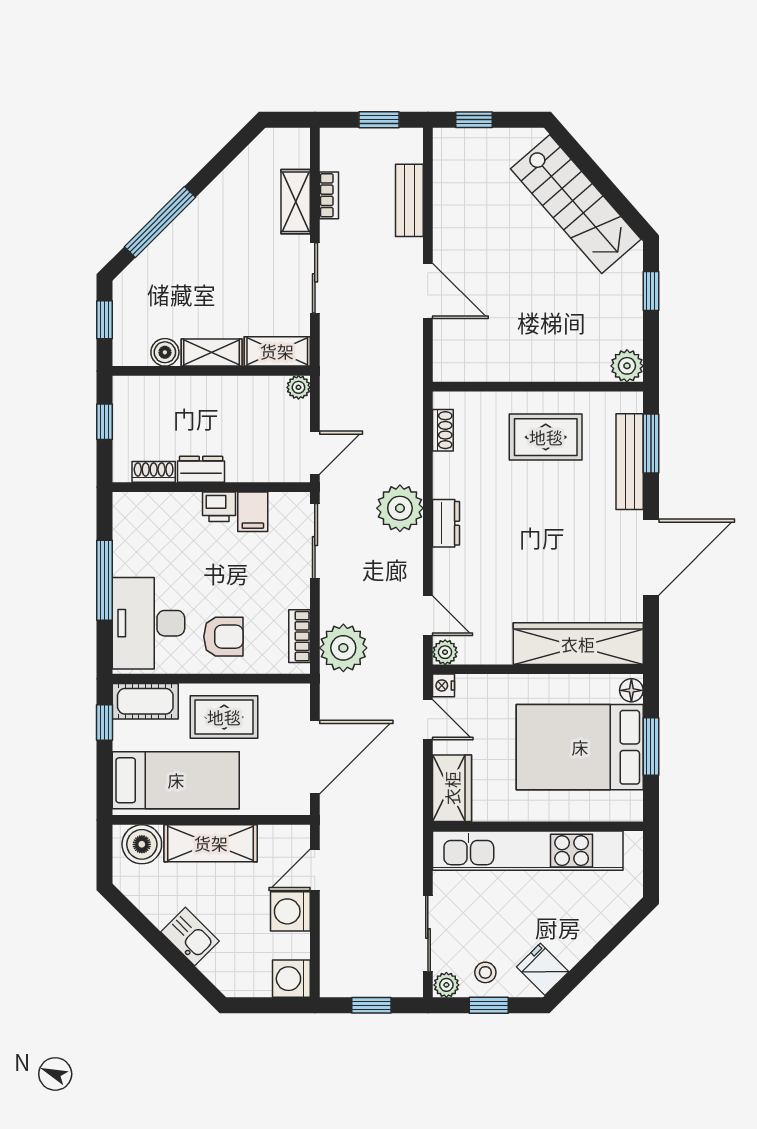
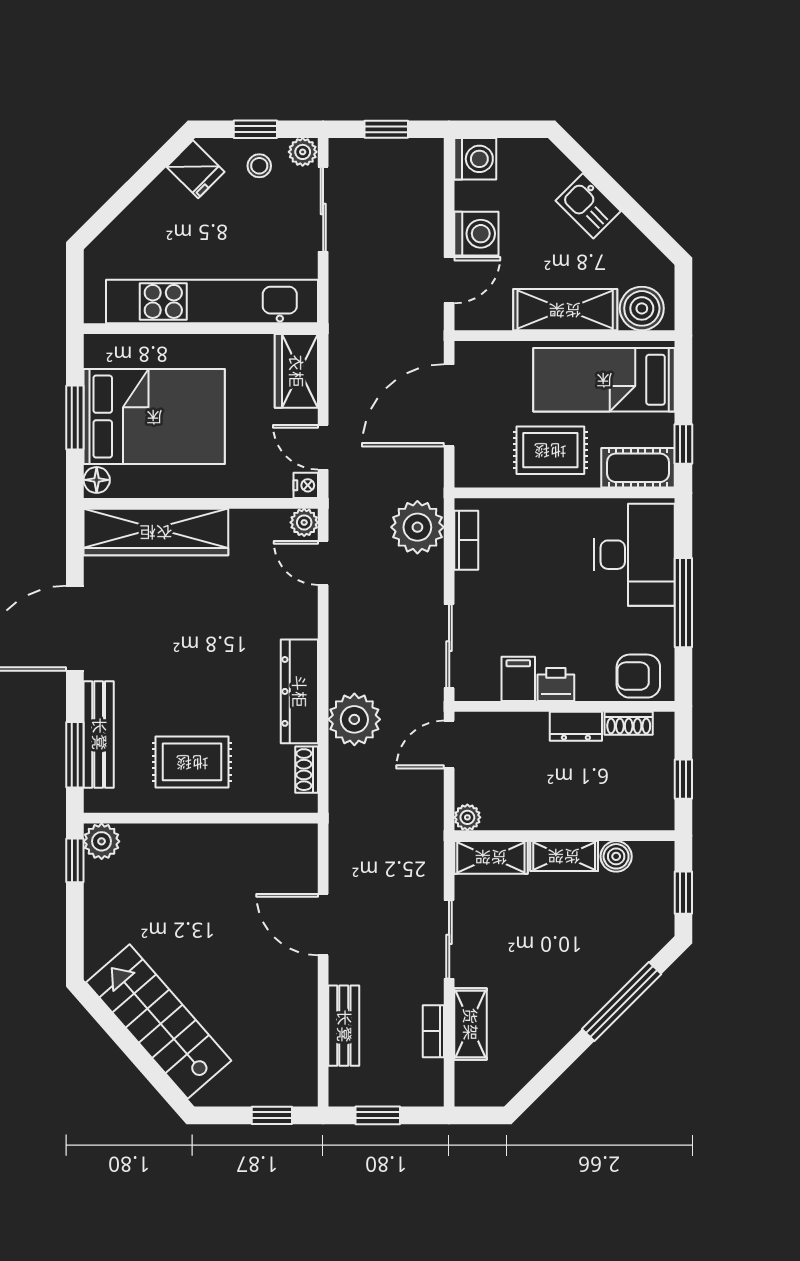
window: (651, 291) -> (75, 860), moved
plant: (400, 508) -> (354, 719), moved
dresser: (446, 523) -> (299, 691), width x1.96, depth x1.24
armchair: (223, 637) -> (638, 676), moved

